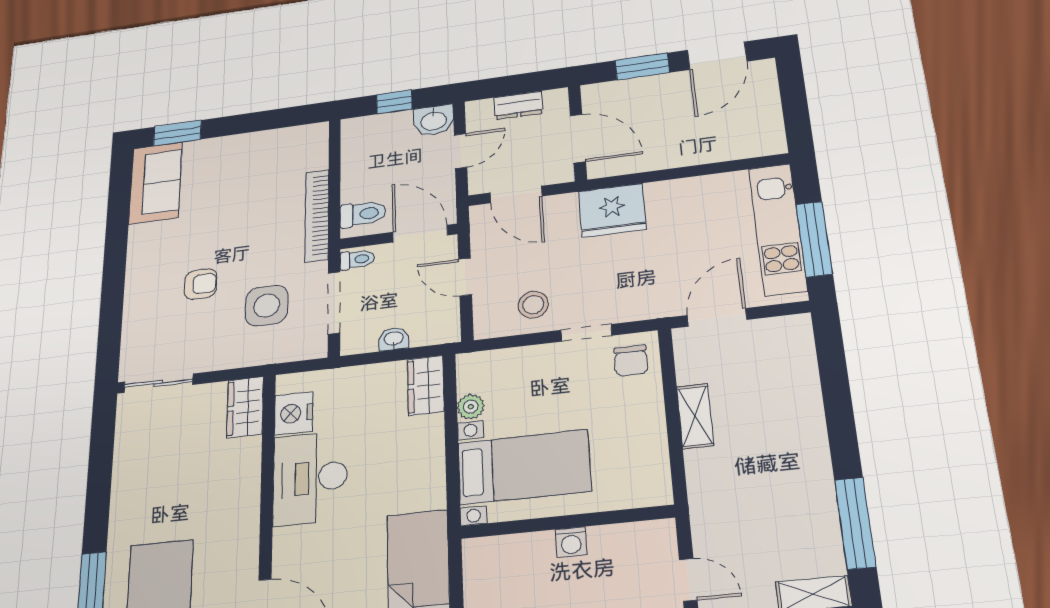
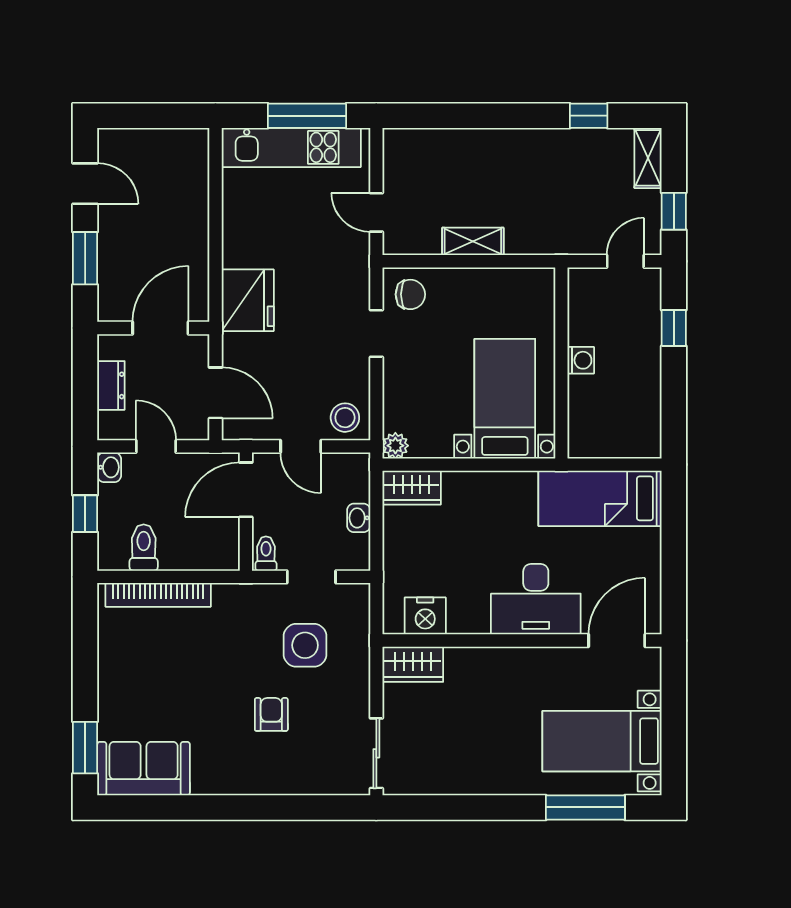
door: (717, 56) -> (85, 184), width x0.73
washbasin: (434, 120) -> (109, 467), width x0.72, depth x0.69
door: (516, 195) -> (216, 393), hinge flipped
toilet: (363, 214) -> (144, 548), moved
bookcase: (317, 215) -> (158, 595), moved
door: (465, 277) -> (301, 446), hinge flipped
doorway: (334, 303) -> (311, 577), width x0.73
stool: (533, 305) -> (345, 418), moved
door: (717, 317) -> (376, 212), width x0.73
plant: (471, 407) -> (395, 446), moved
desk: (310, 478) -> (536, 599), moved
window: (855, 523) -> (589, 116), width x0.46

